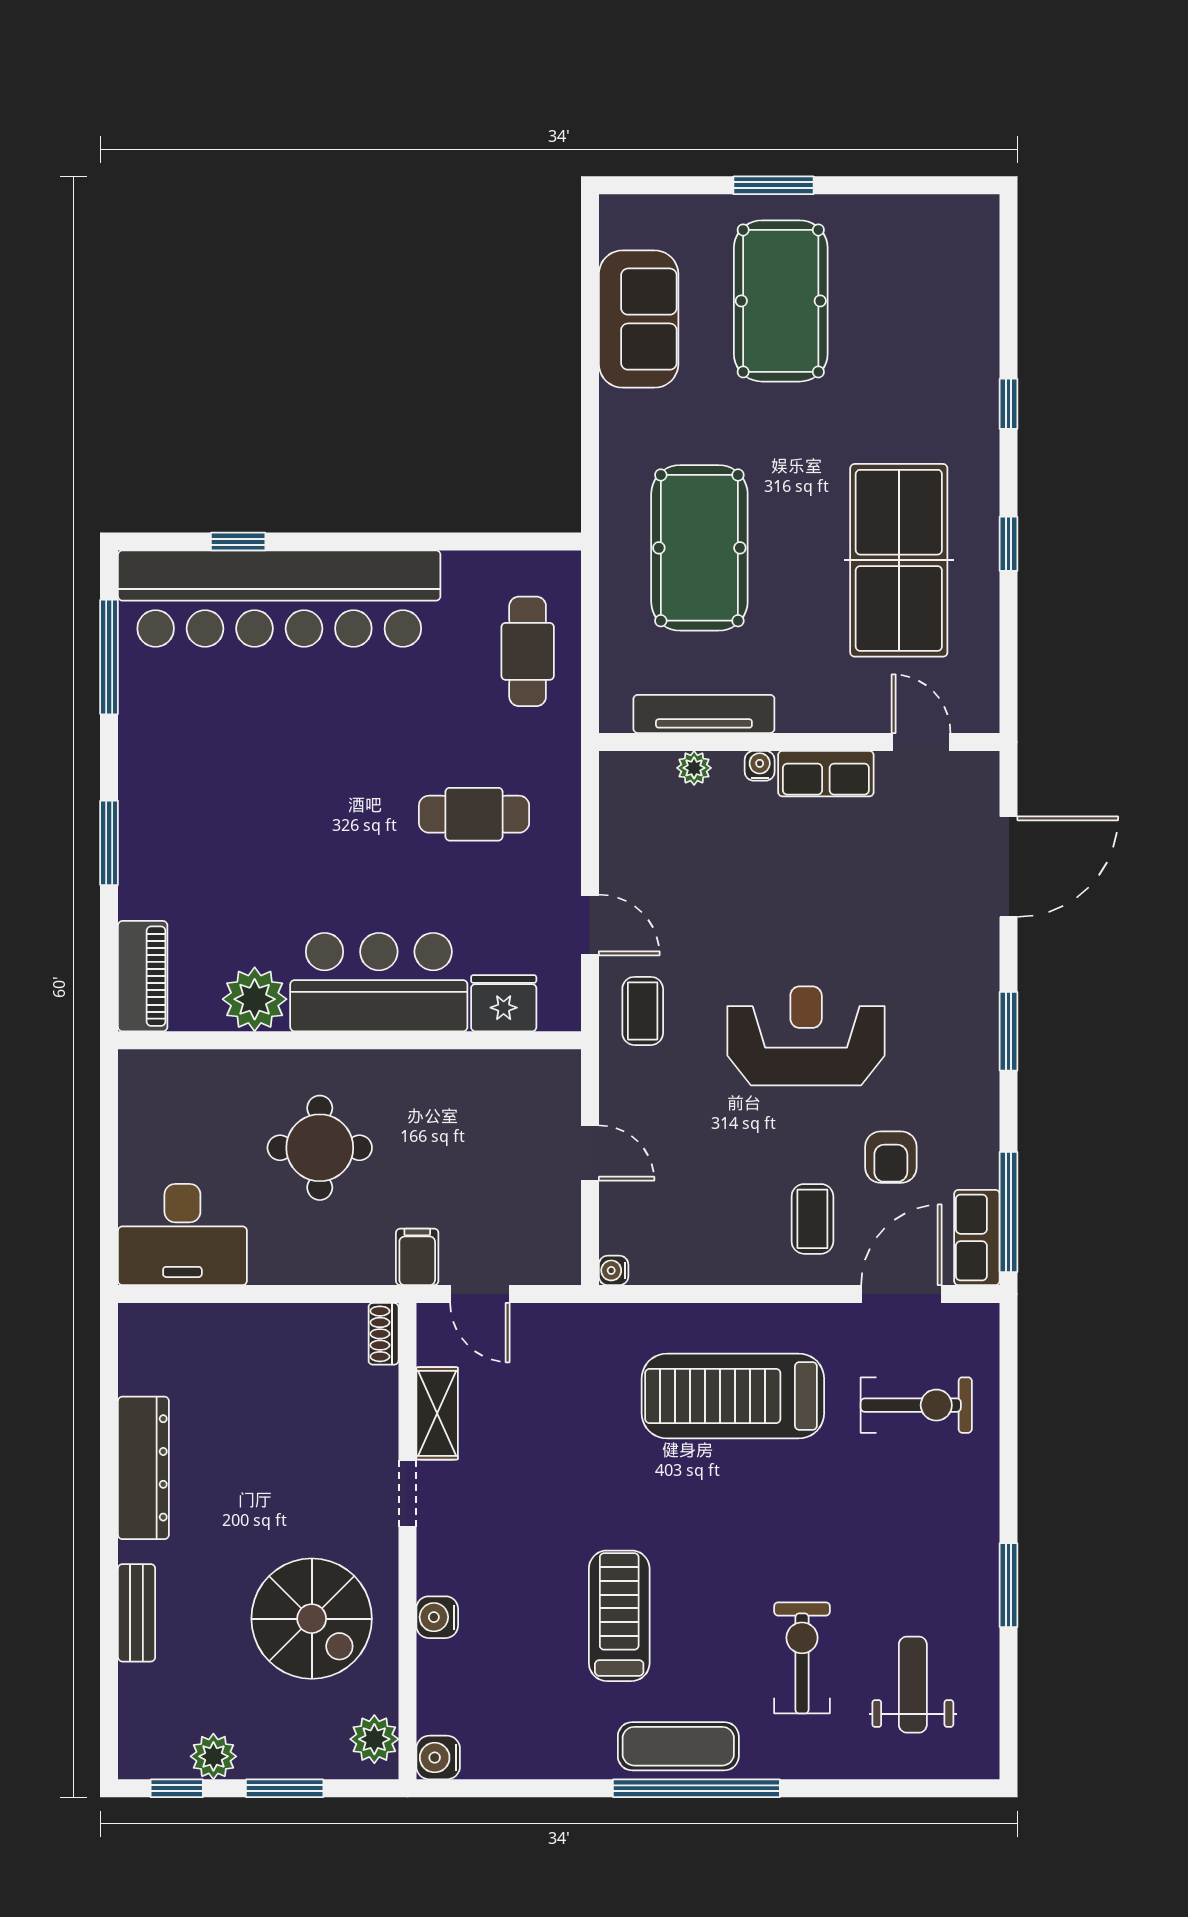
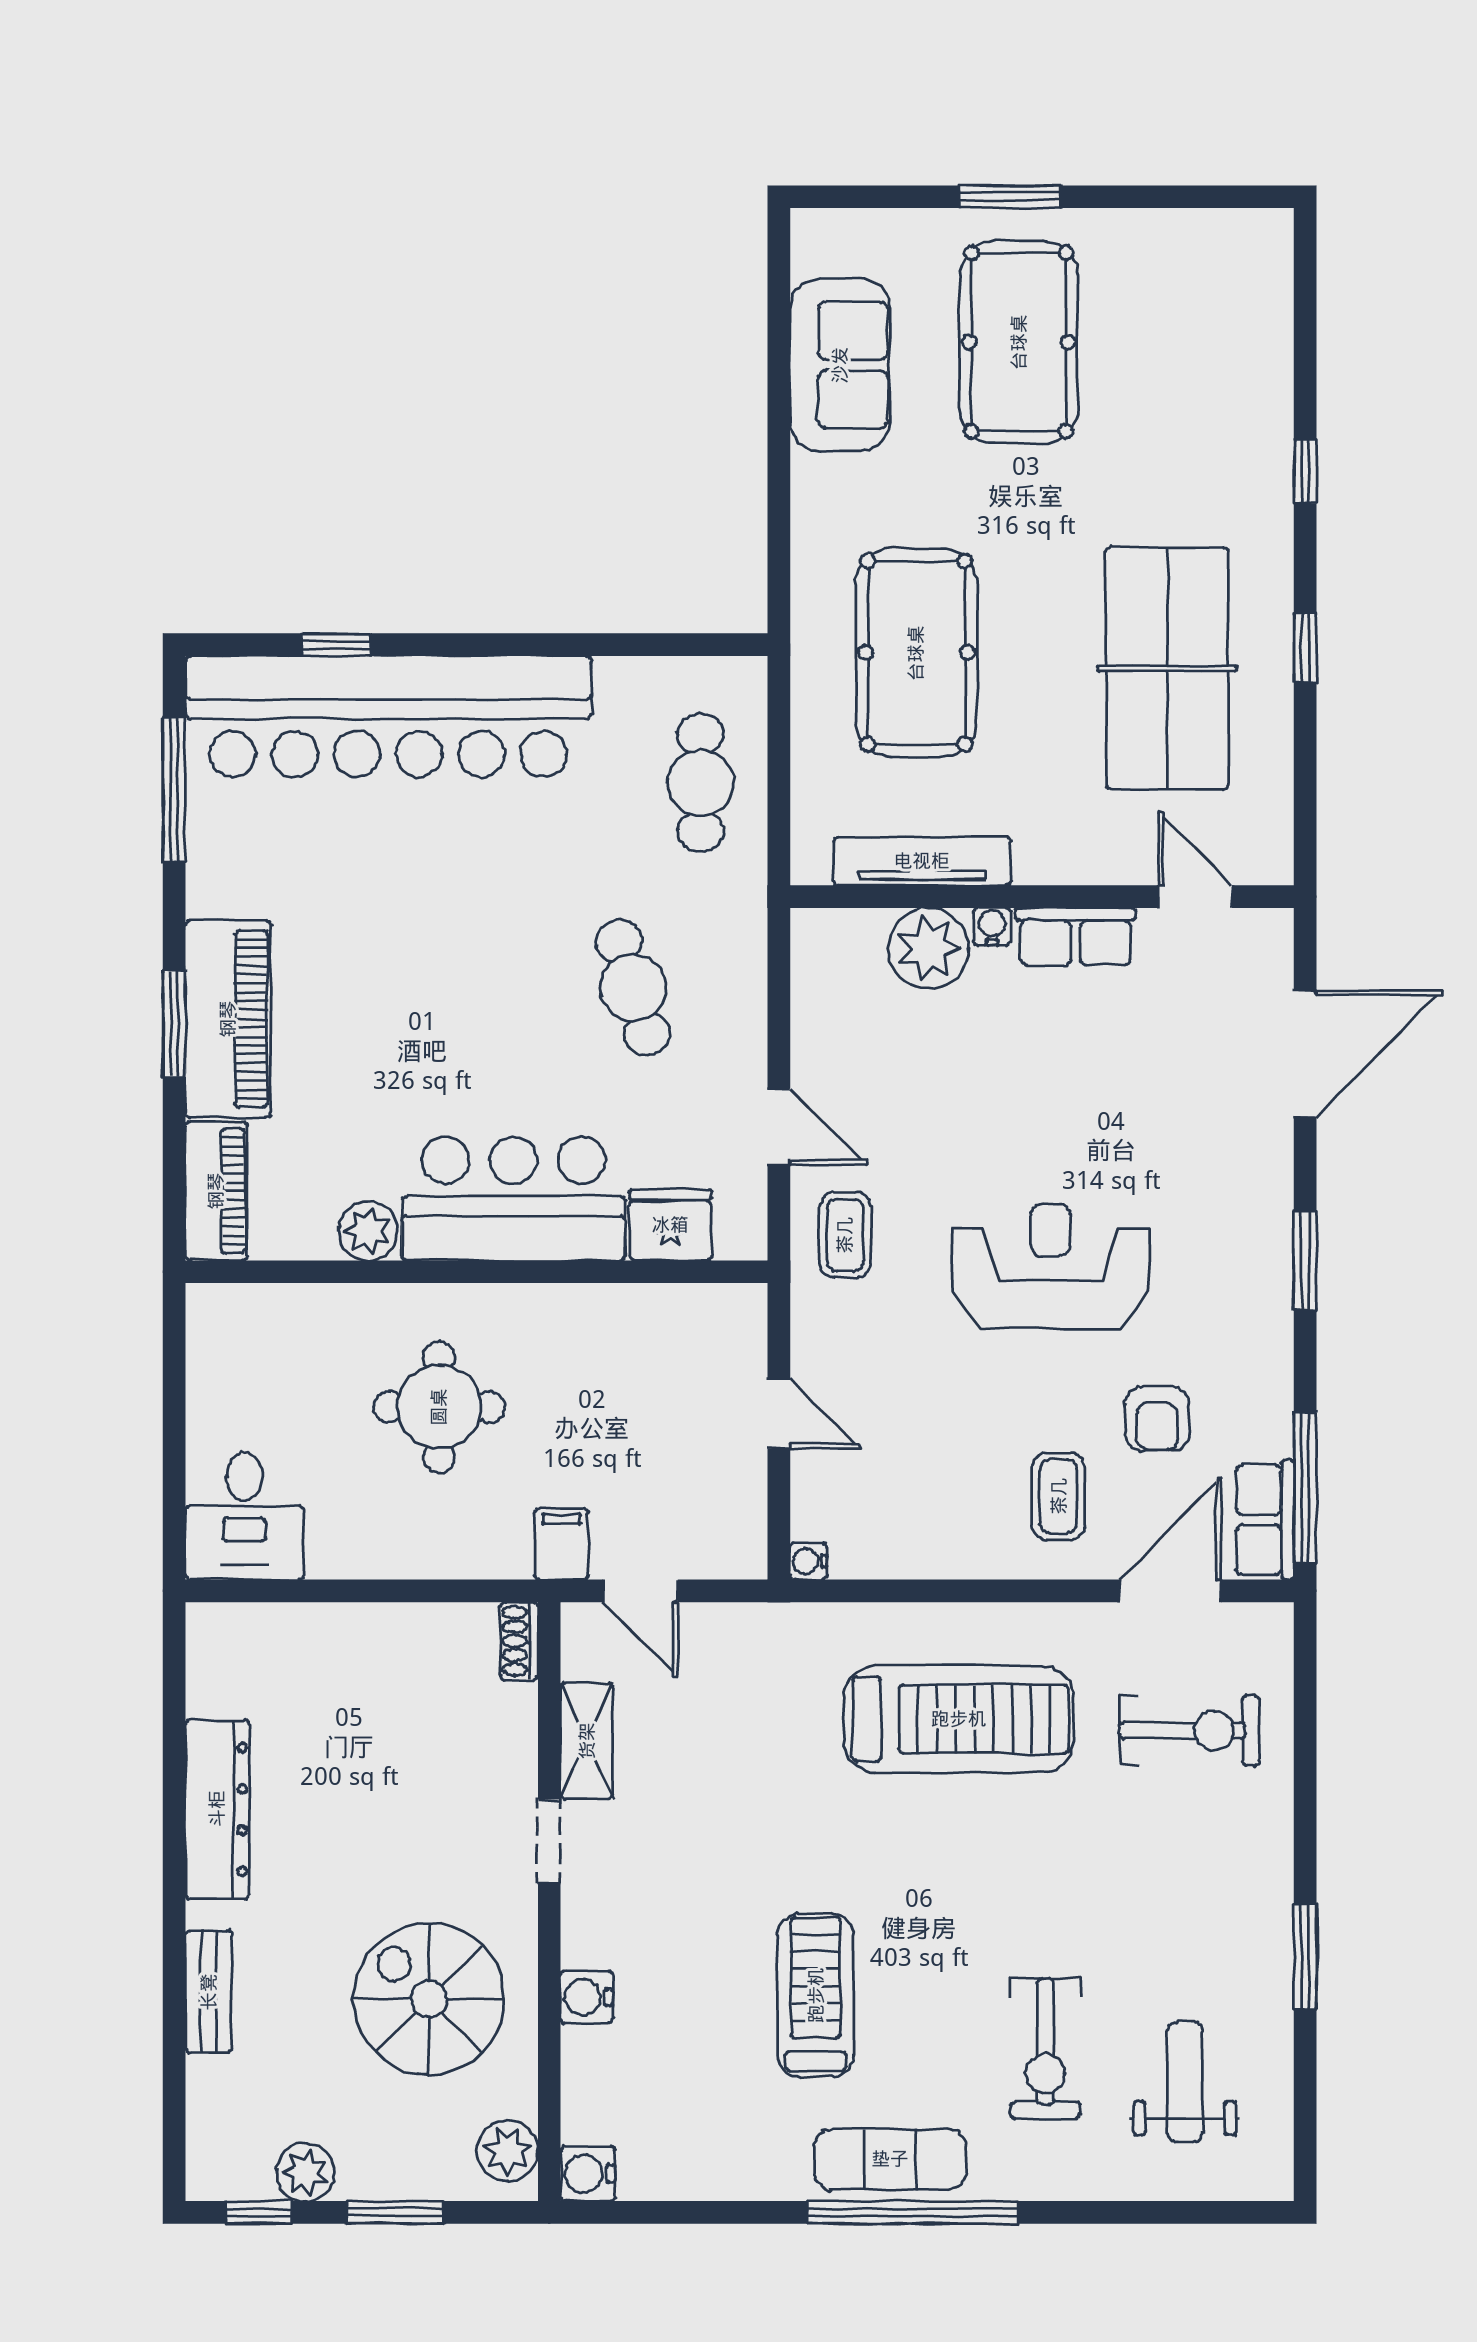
plant: (694, 768) -> (929, 948), width x1.88, depth x1.88
cafe table: (474, 814) -> (633, 987), turned 73
piano: (152, 839) -> (228, 1019), added
plant: (255, 999) -> (368, 1231), width x0.73, depth x0.73
desk: (182, 1235) -> (244, 1516), width x0.73
treadmill: (733, 1396) -> (959, 1719), turned 180
spiral stairs: (312, 1619) -> (429, 1999), turned 180
exercise bike: (802, 1658) -> (1045, 2048), turned 180

